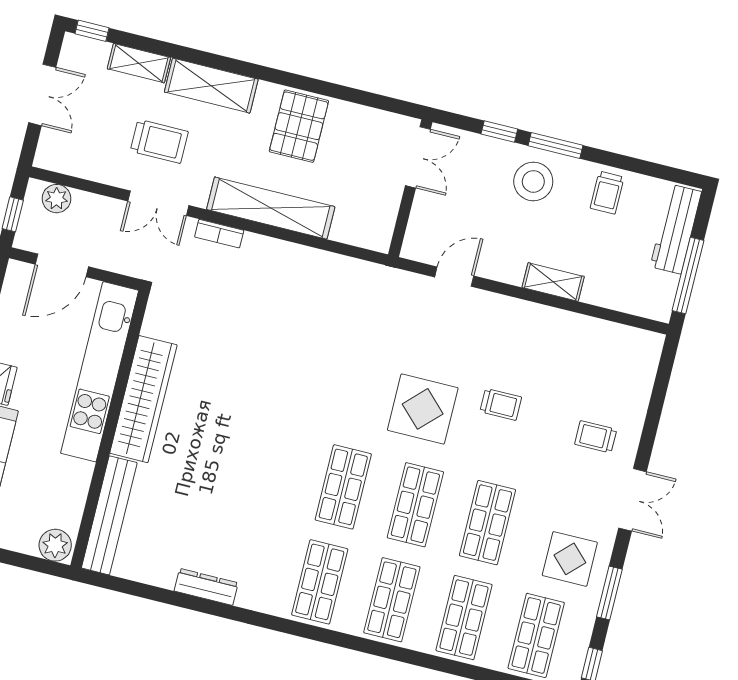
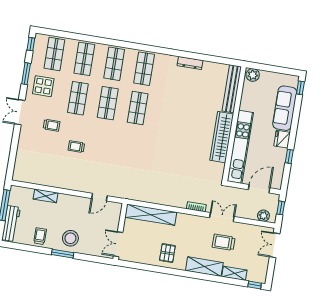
double door: (42, 95) -> (275, 245), moved
pallet: (299, 126) -> (167, 253), width x0.67, depth x0.71
window: (499, 132) -> (86, 257), removed
shelving: (271, 208) -> (151, 215), moved
shelving: (553, 282) -> (46, 196), moved
display table: (423, 409) -> (108, 142), removed
trolley: (596, 437) -> (52, 125), moved

